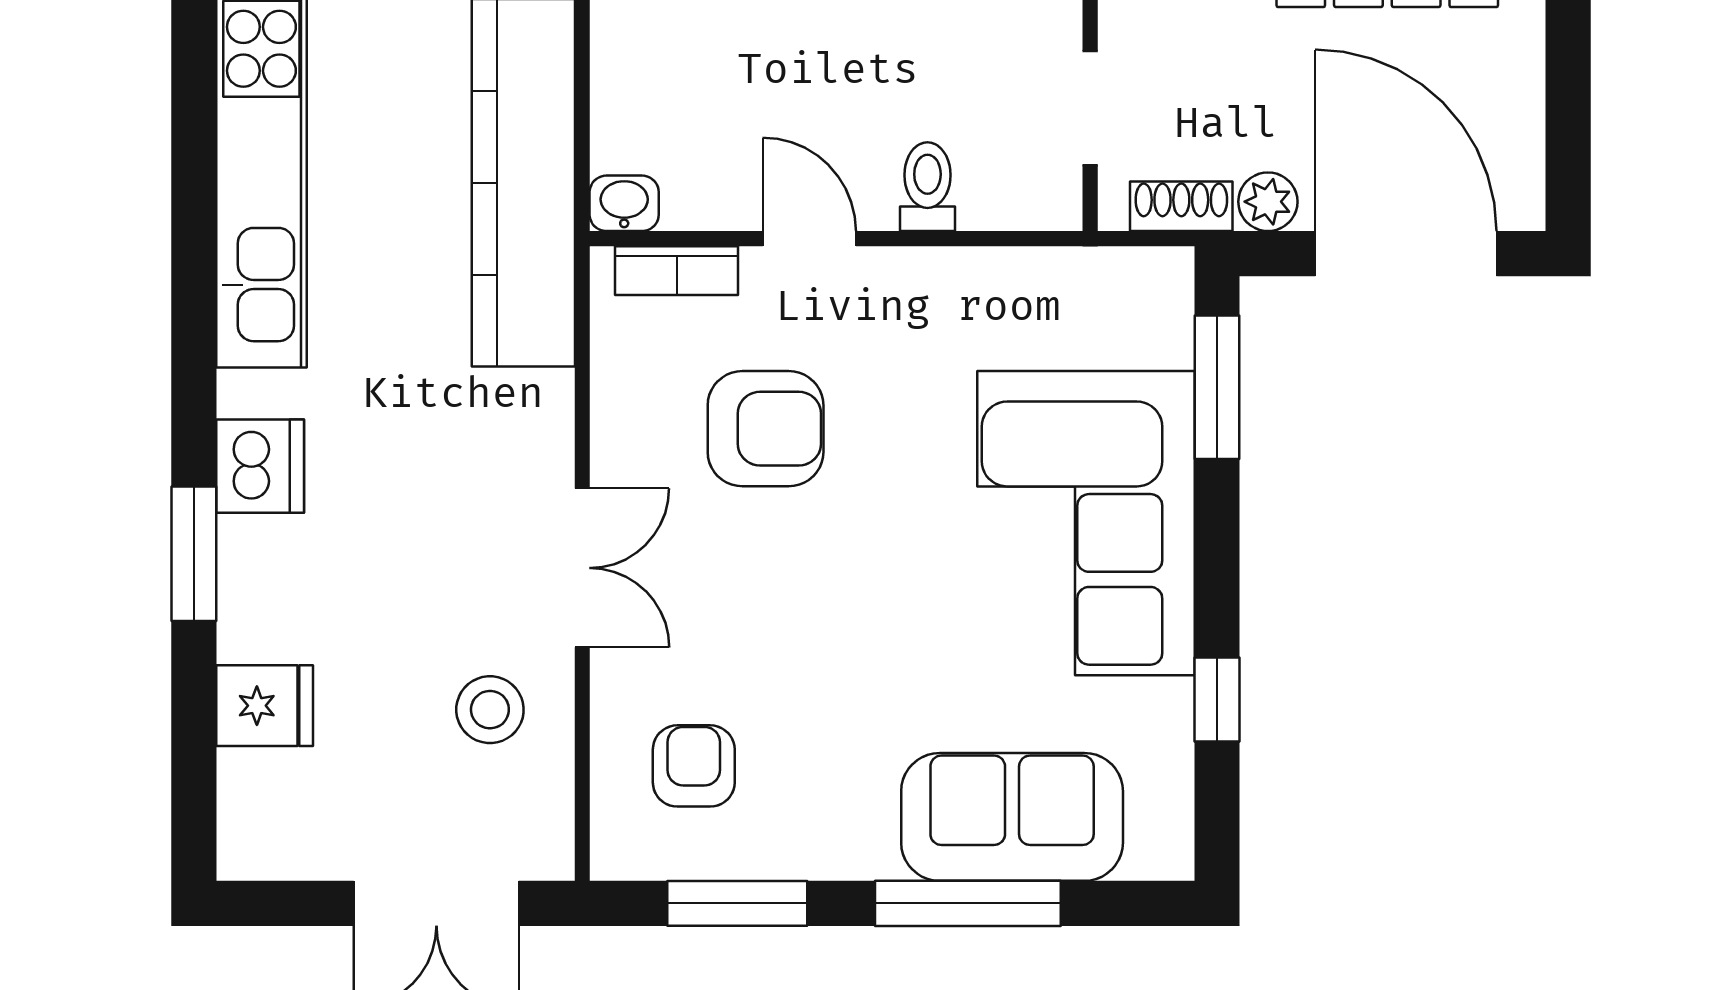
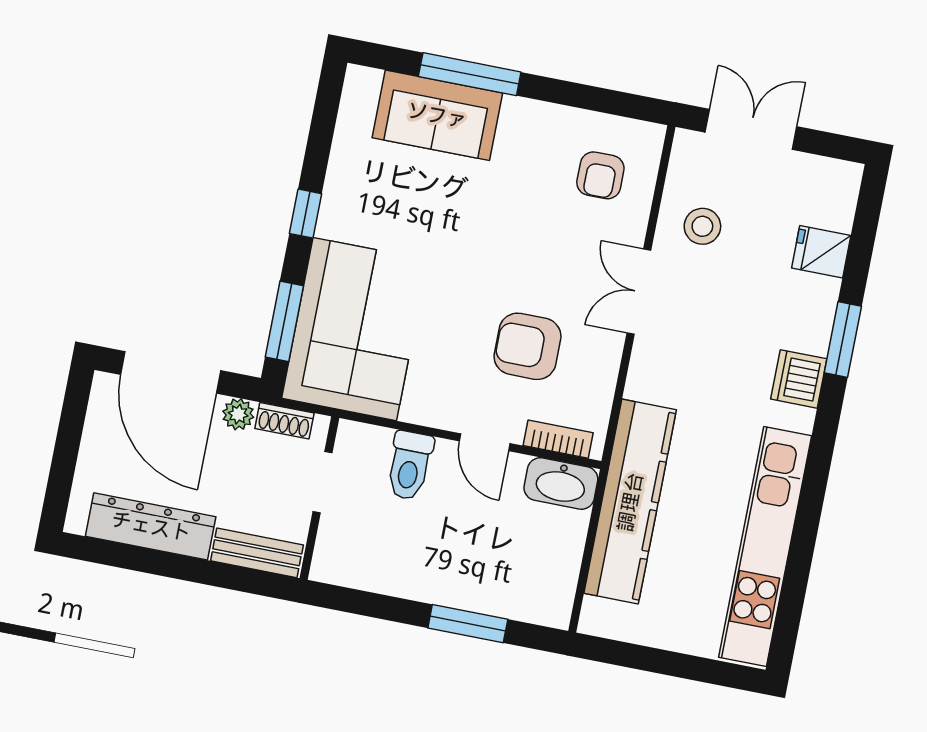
toilet: (927, 187) -> (410, 466), width x1.37, depth x1.39
washbasin: (624, 203) -> (561, 483), width x1.91, depth x1.45
corner sofa: (1086, 523) -> (355, 329), moved
window: (1217, 700) -> (305, 214), moved
window: (737, 903) -> (592, 98), removed

